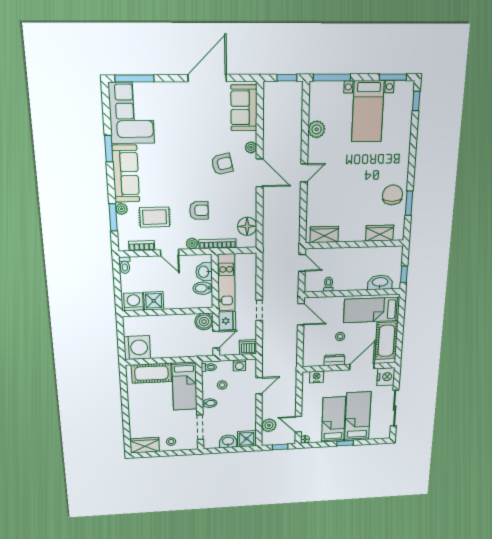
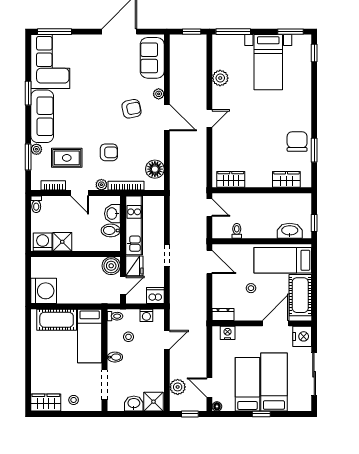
dresser: (334, 360) -> (223, 314), moved

